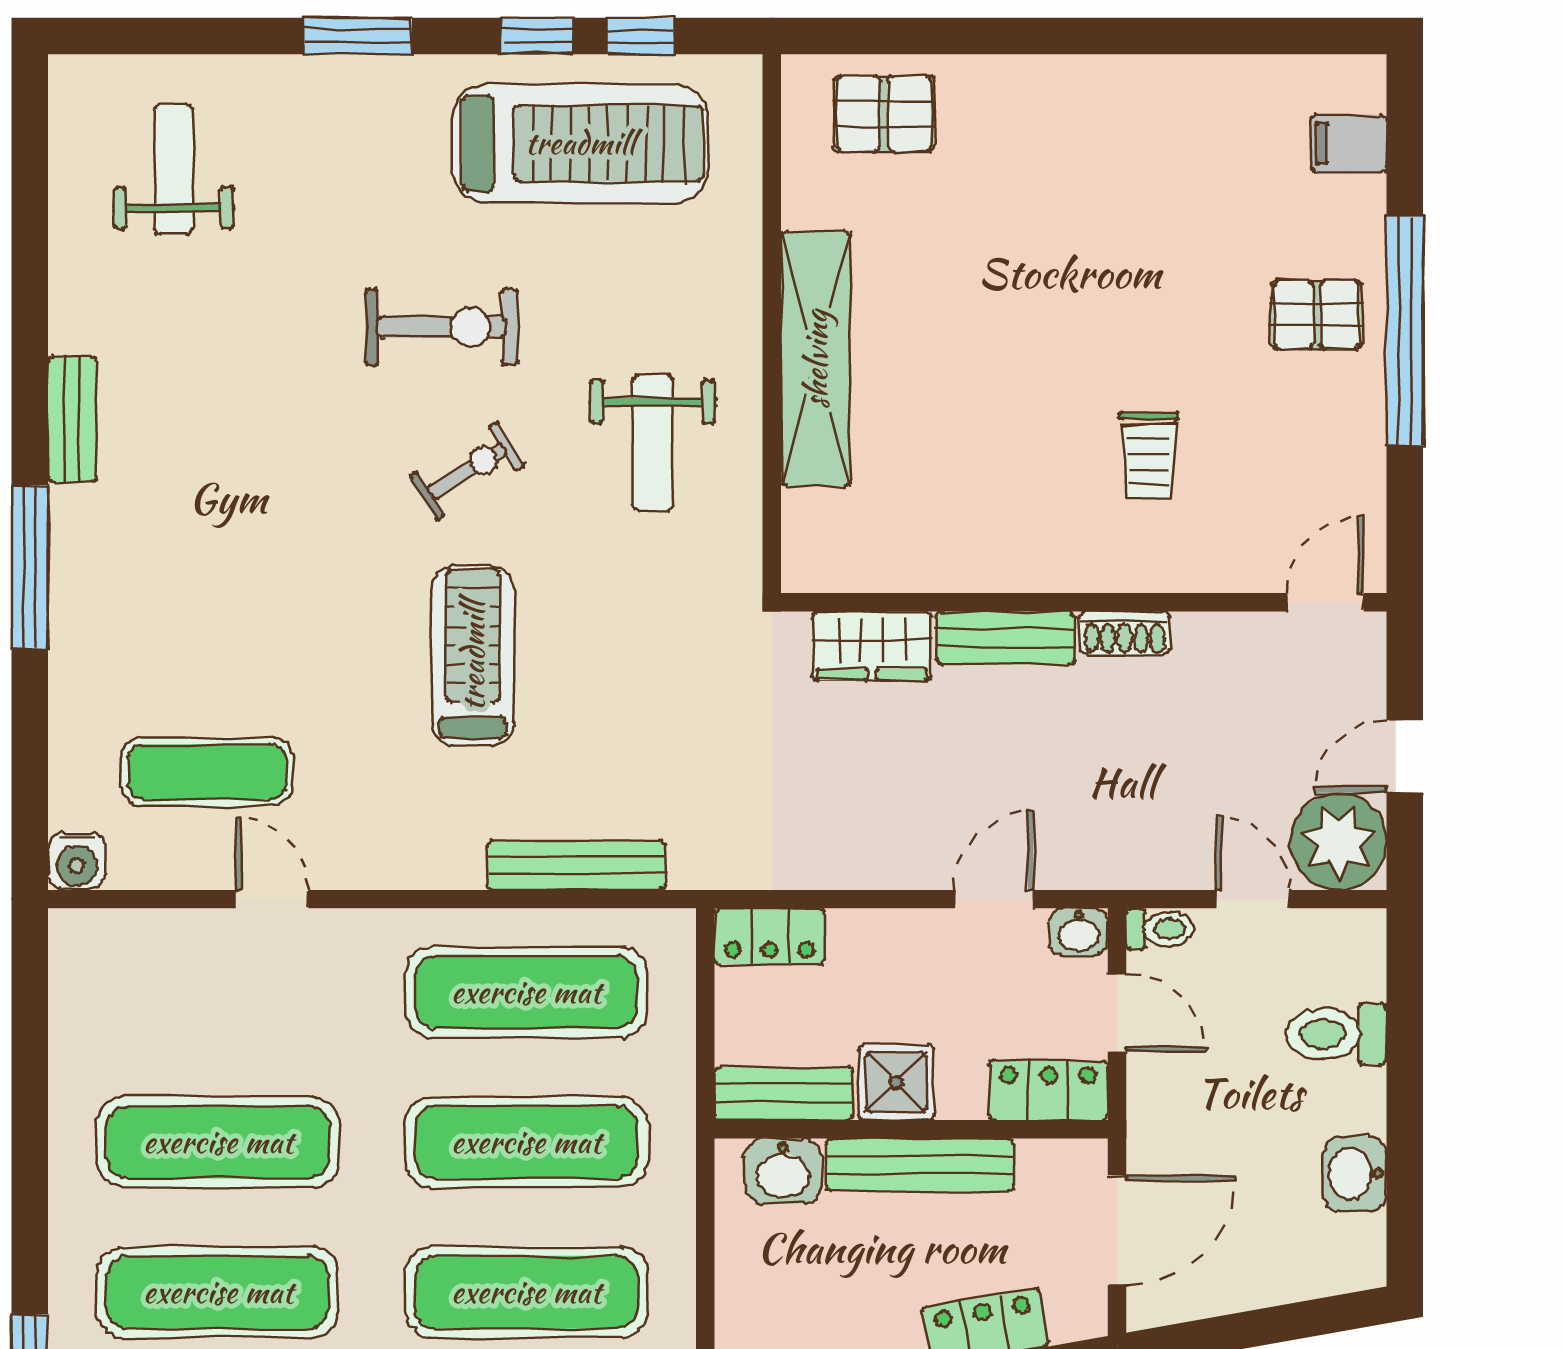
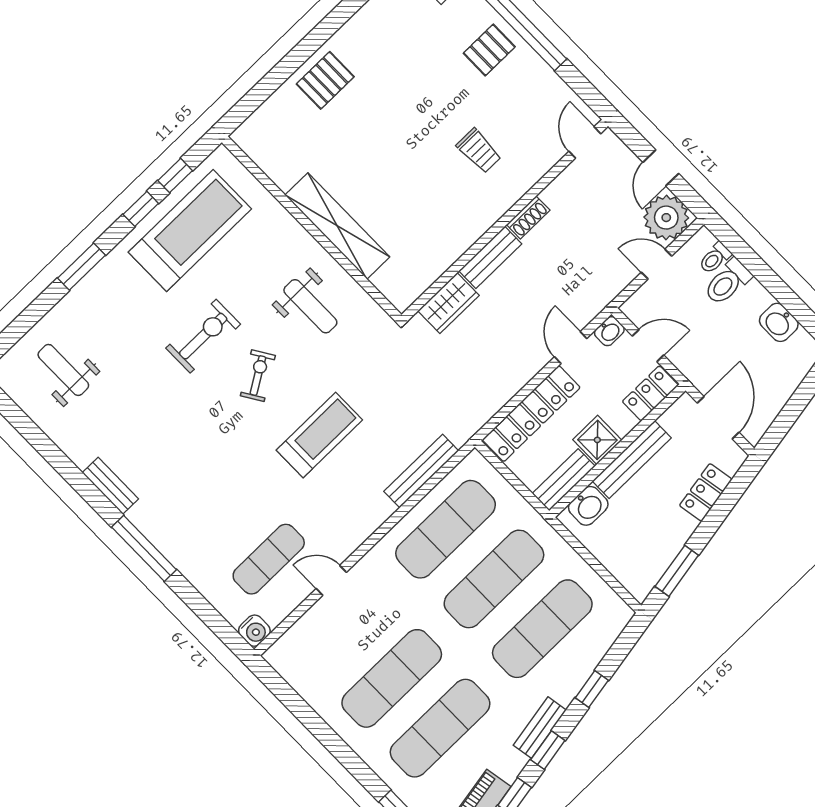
pallet: (884, 114) -> (325, 80), moved
treadmill: (473, 656) -> (319, 435), turned 90
toilet: (1160, 929) -> (715, 258), moved, turned 180
locker: (769, 936) -> (531, 414), width x2.16, depth x1.21

